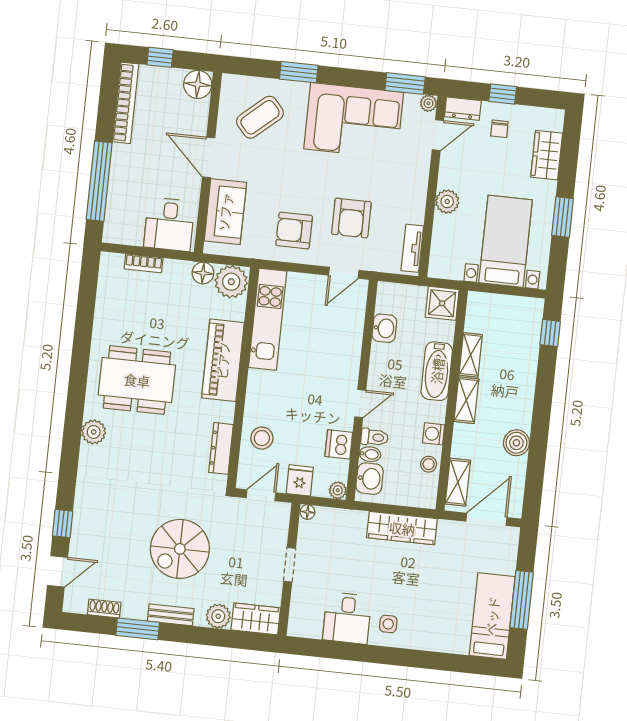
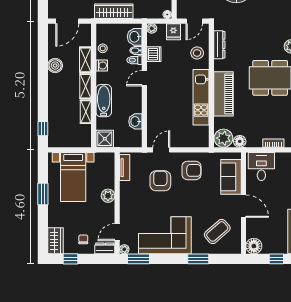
window: (503, 94) -> (70, 259), moved
wardrobe: (547, 155) -> (55, 241), moved
kitchen unit: (268, 319) -> (201, 97), moved
shelving: (458, 482) -> (85, 60), moved

